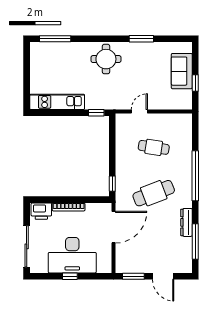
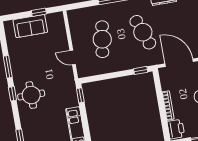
window: (111, 39) -> (12, 94), added
cafe table: (154, 147) -> (102, 39), width x1.37, depth x1.35

